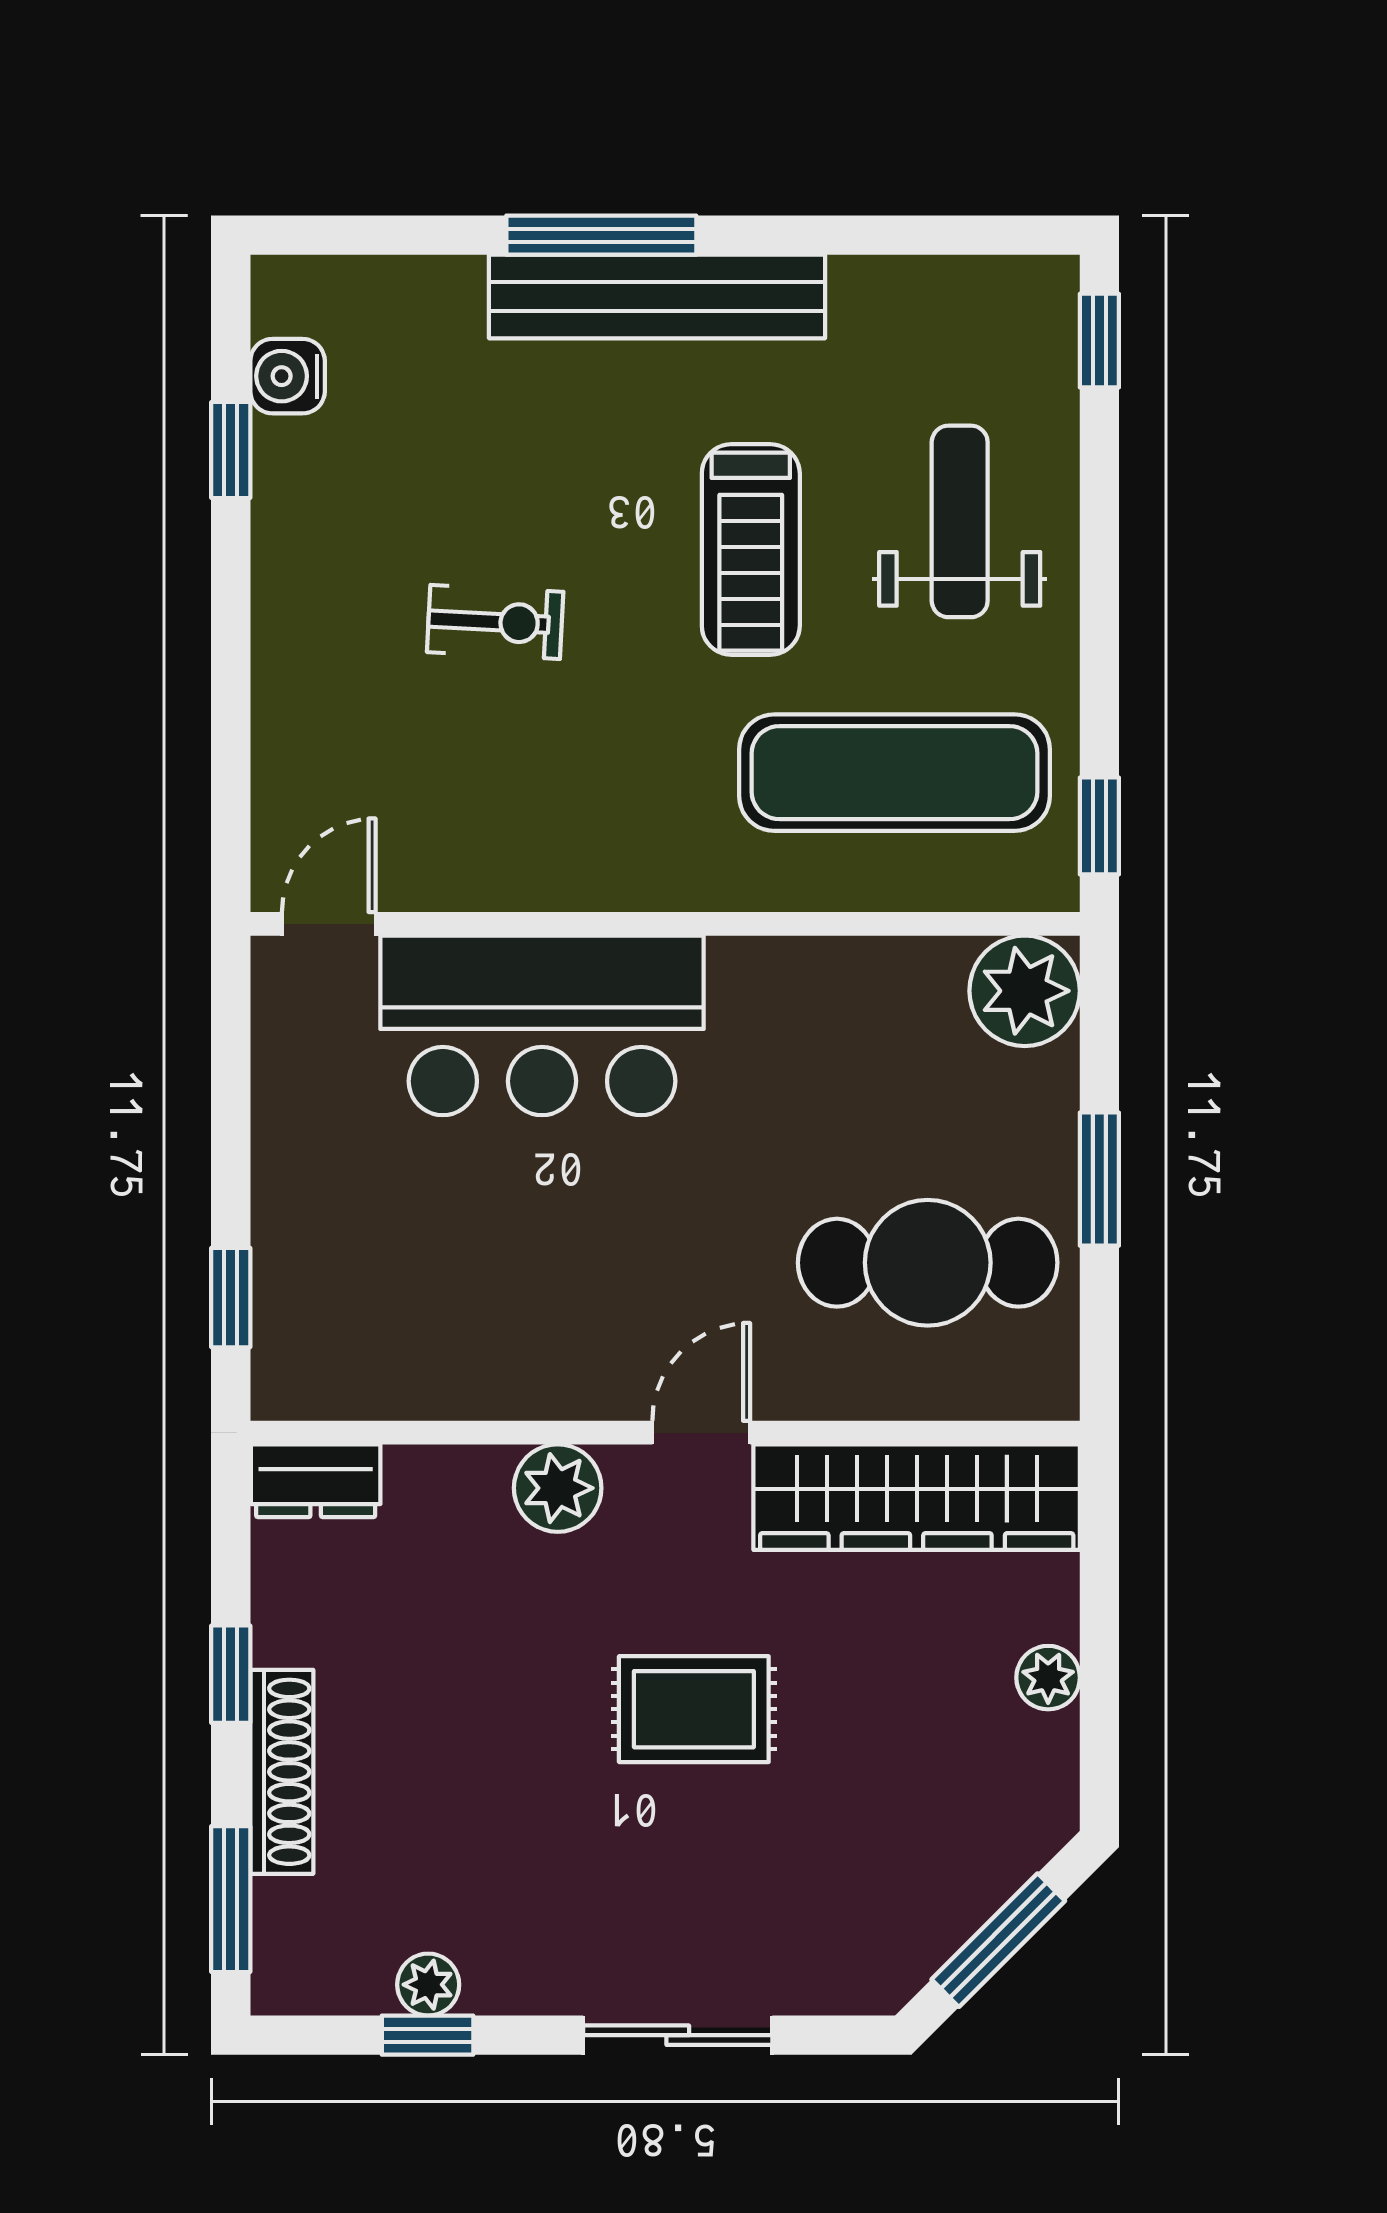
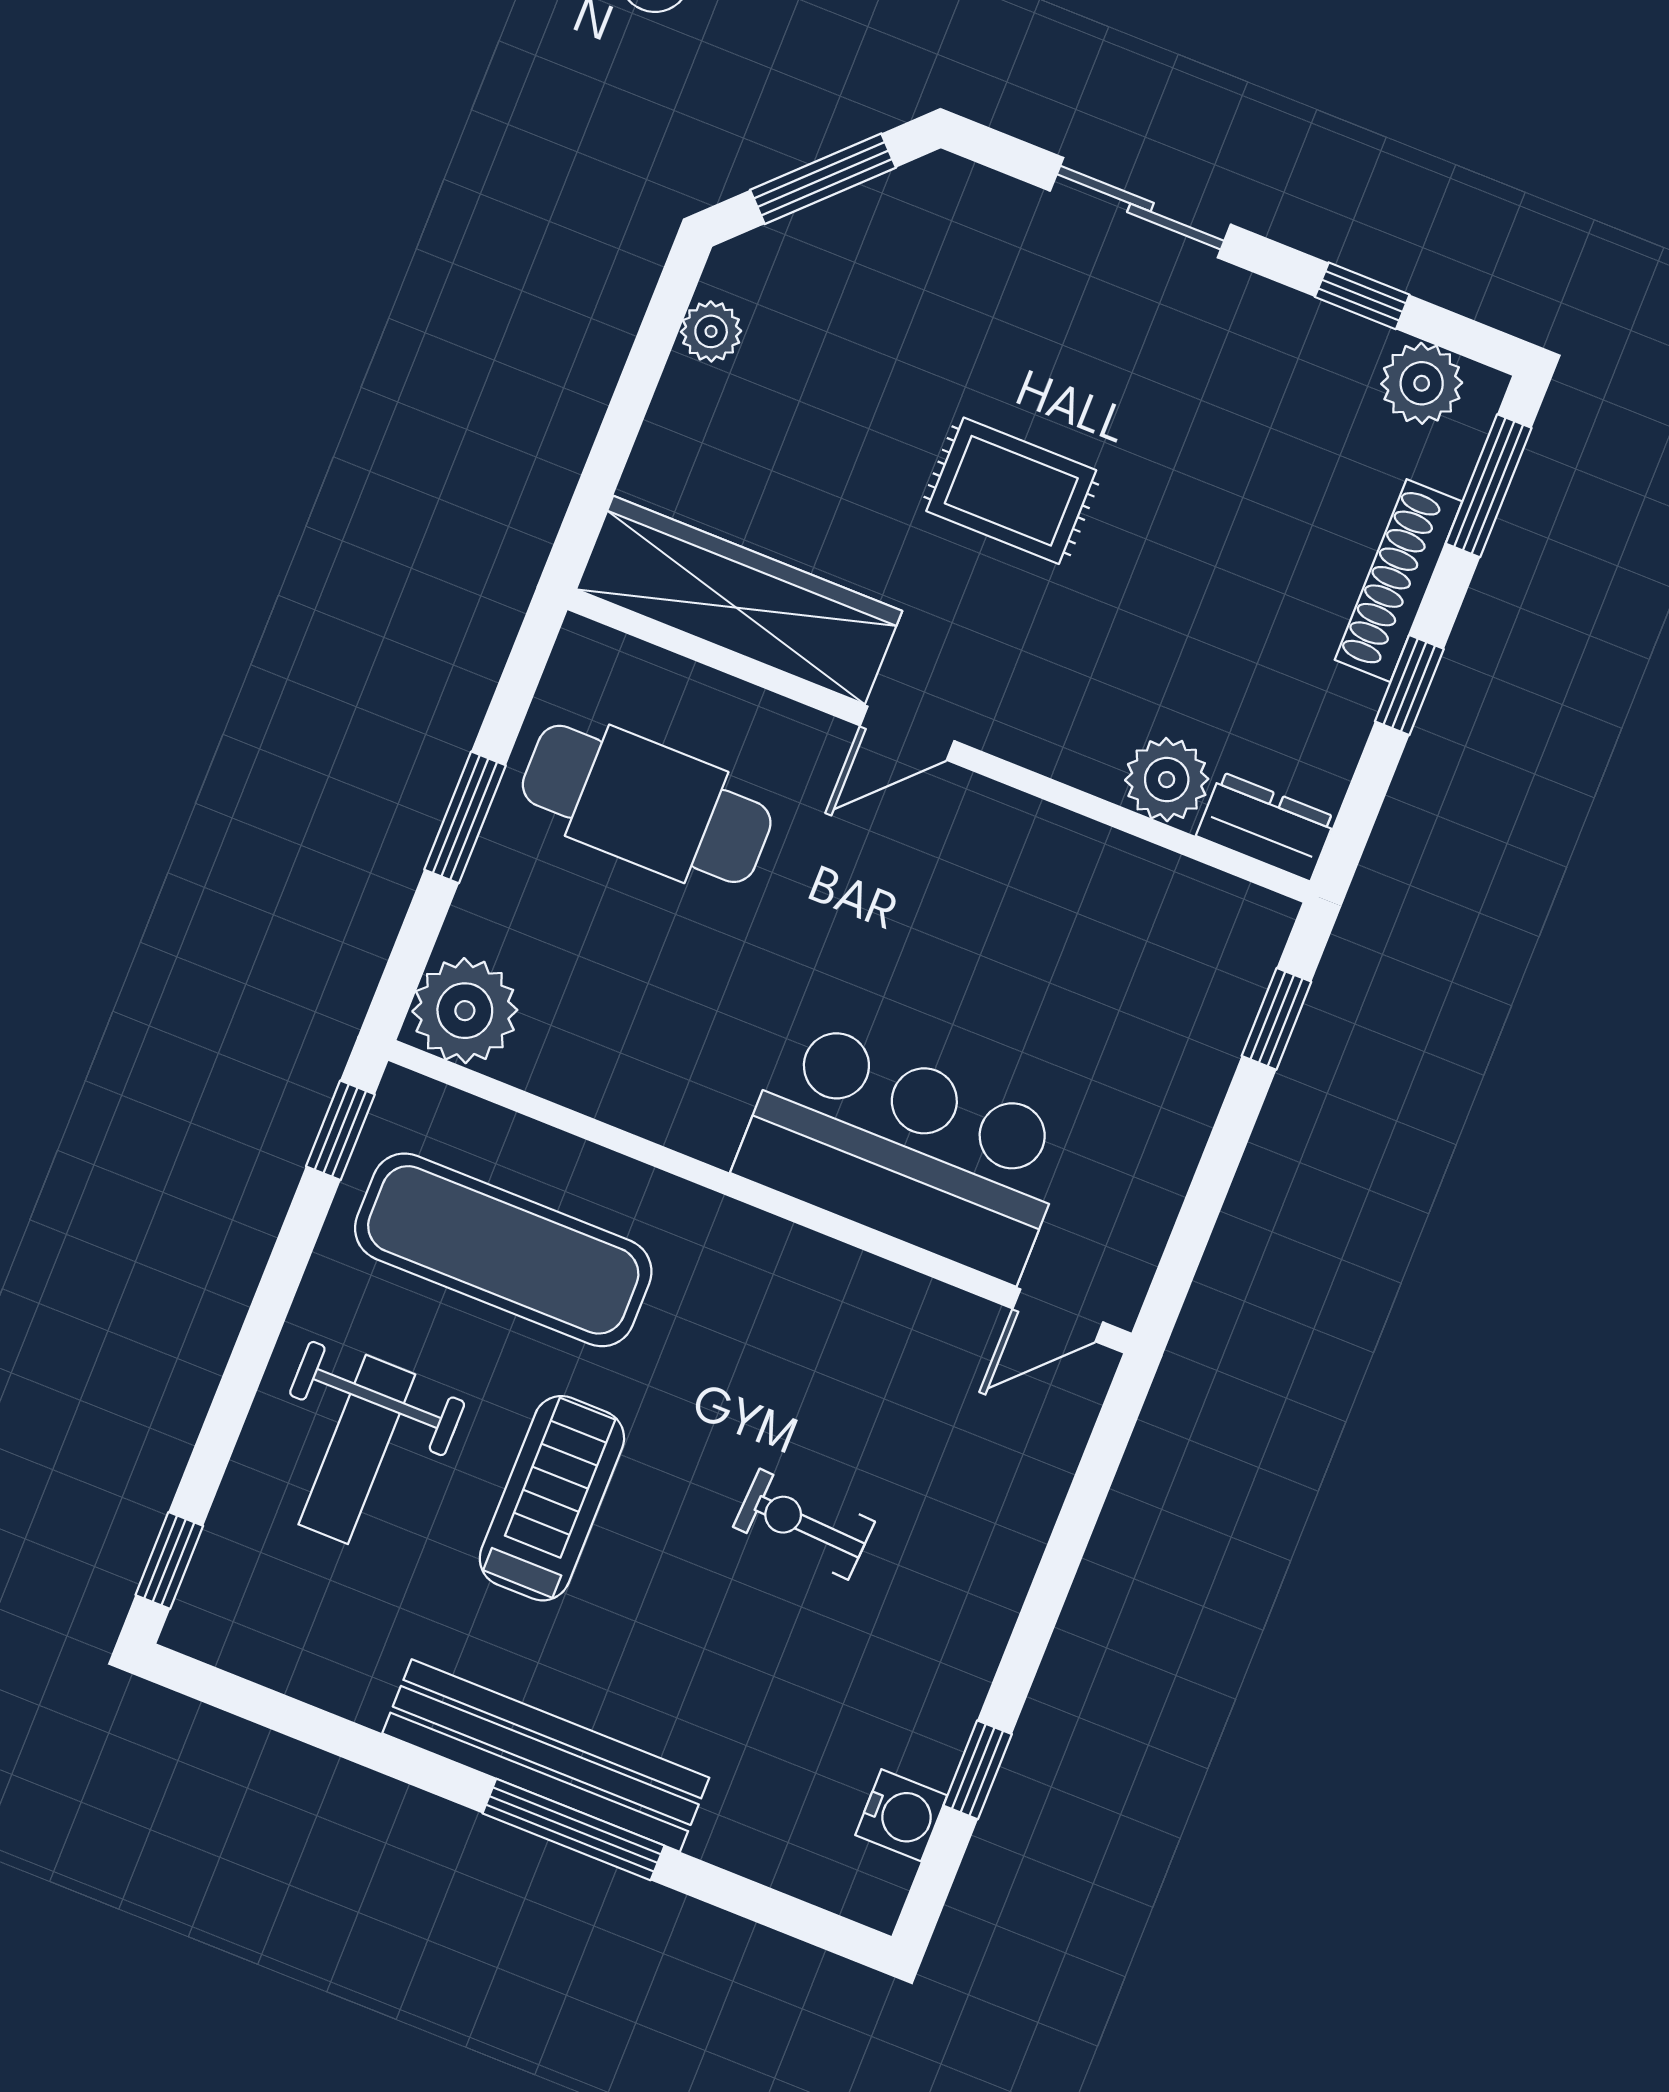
plant: (558, 1488) -> (1167, 780), moved
plant: (1048, 1678) -> (711, 331), moved
plant: (428, 1985) -> (1422, 383), moved, width x1.38, depth x1.38

